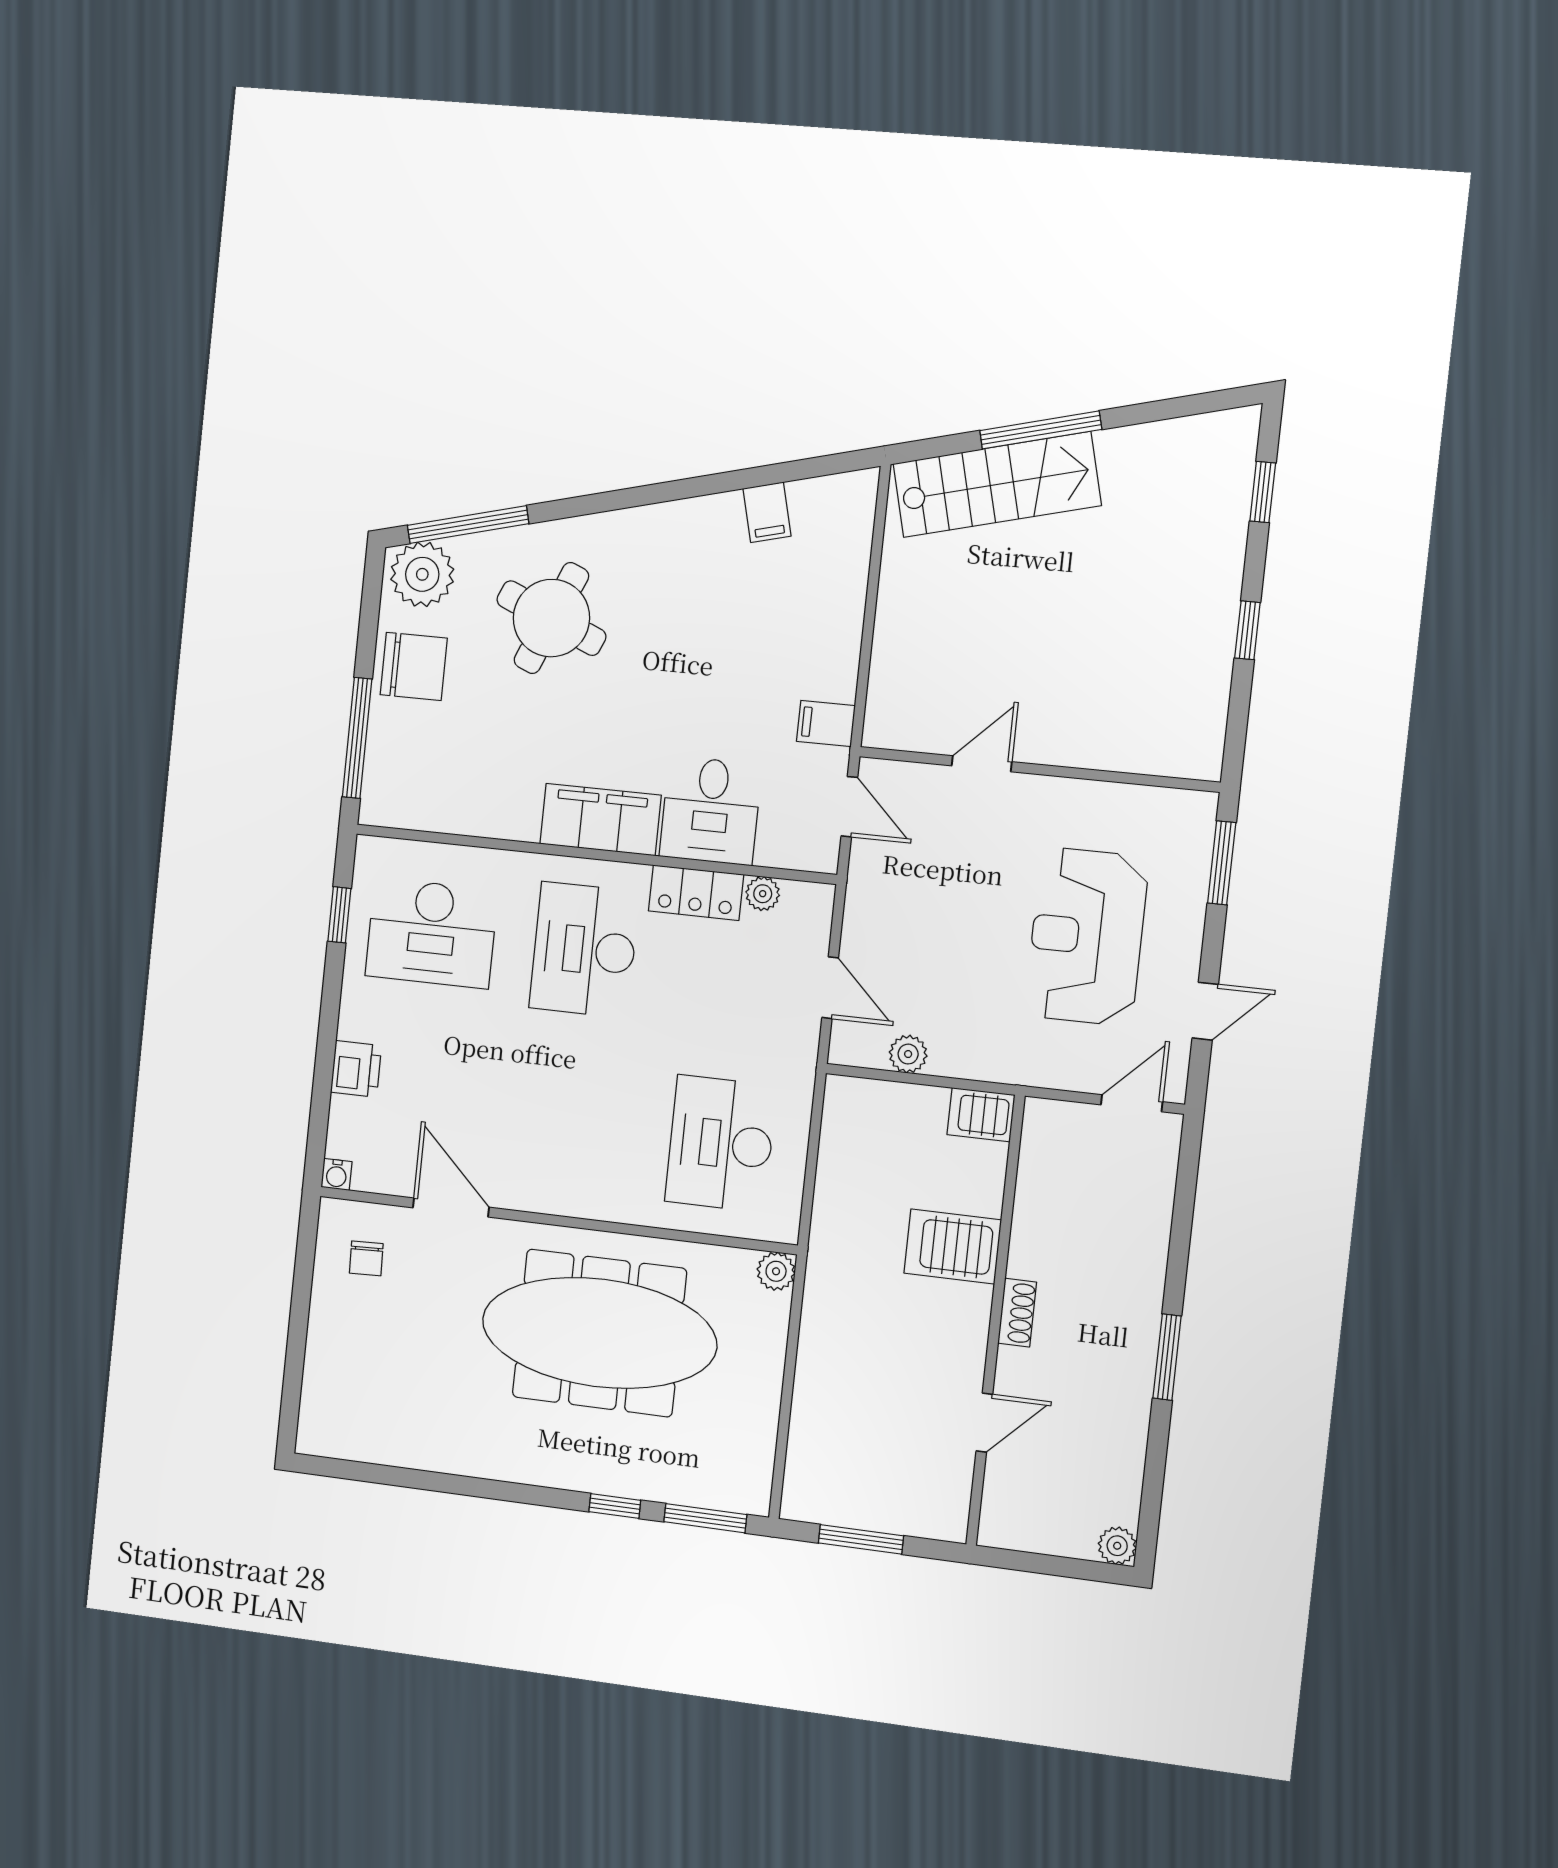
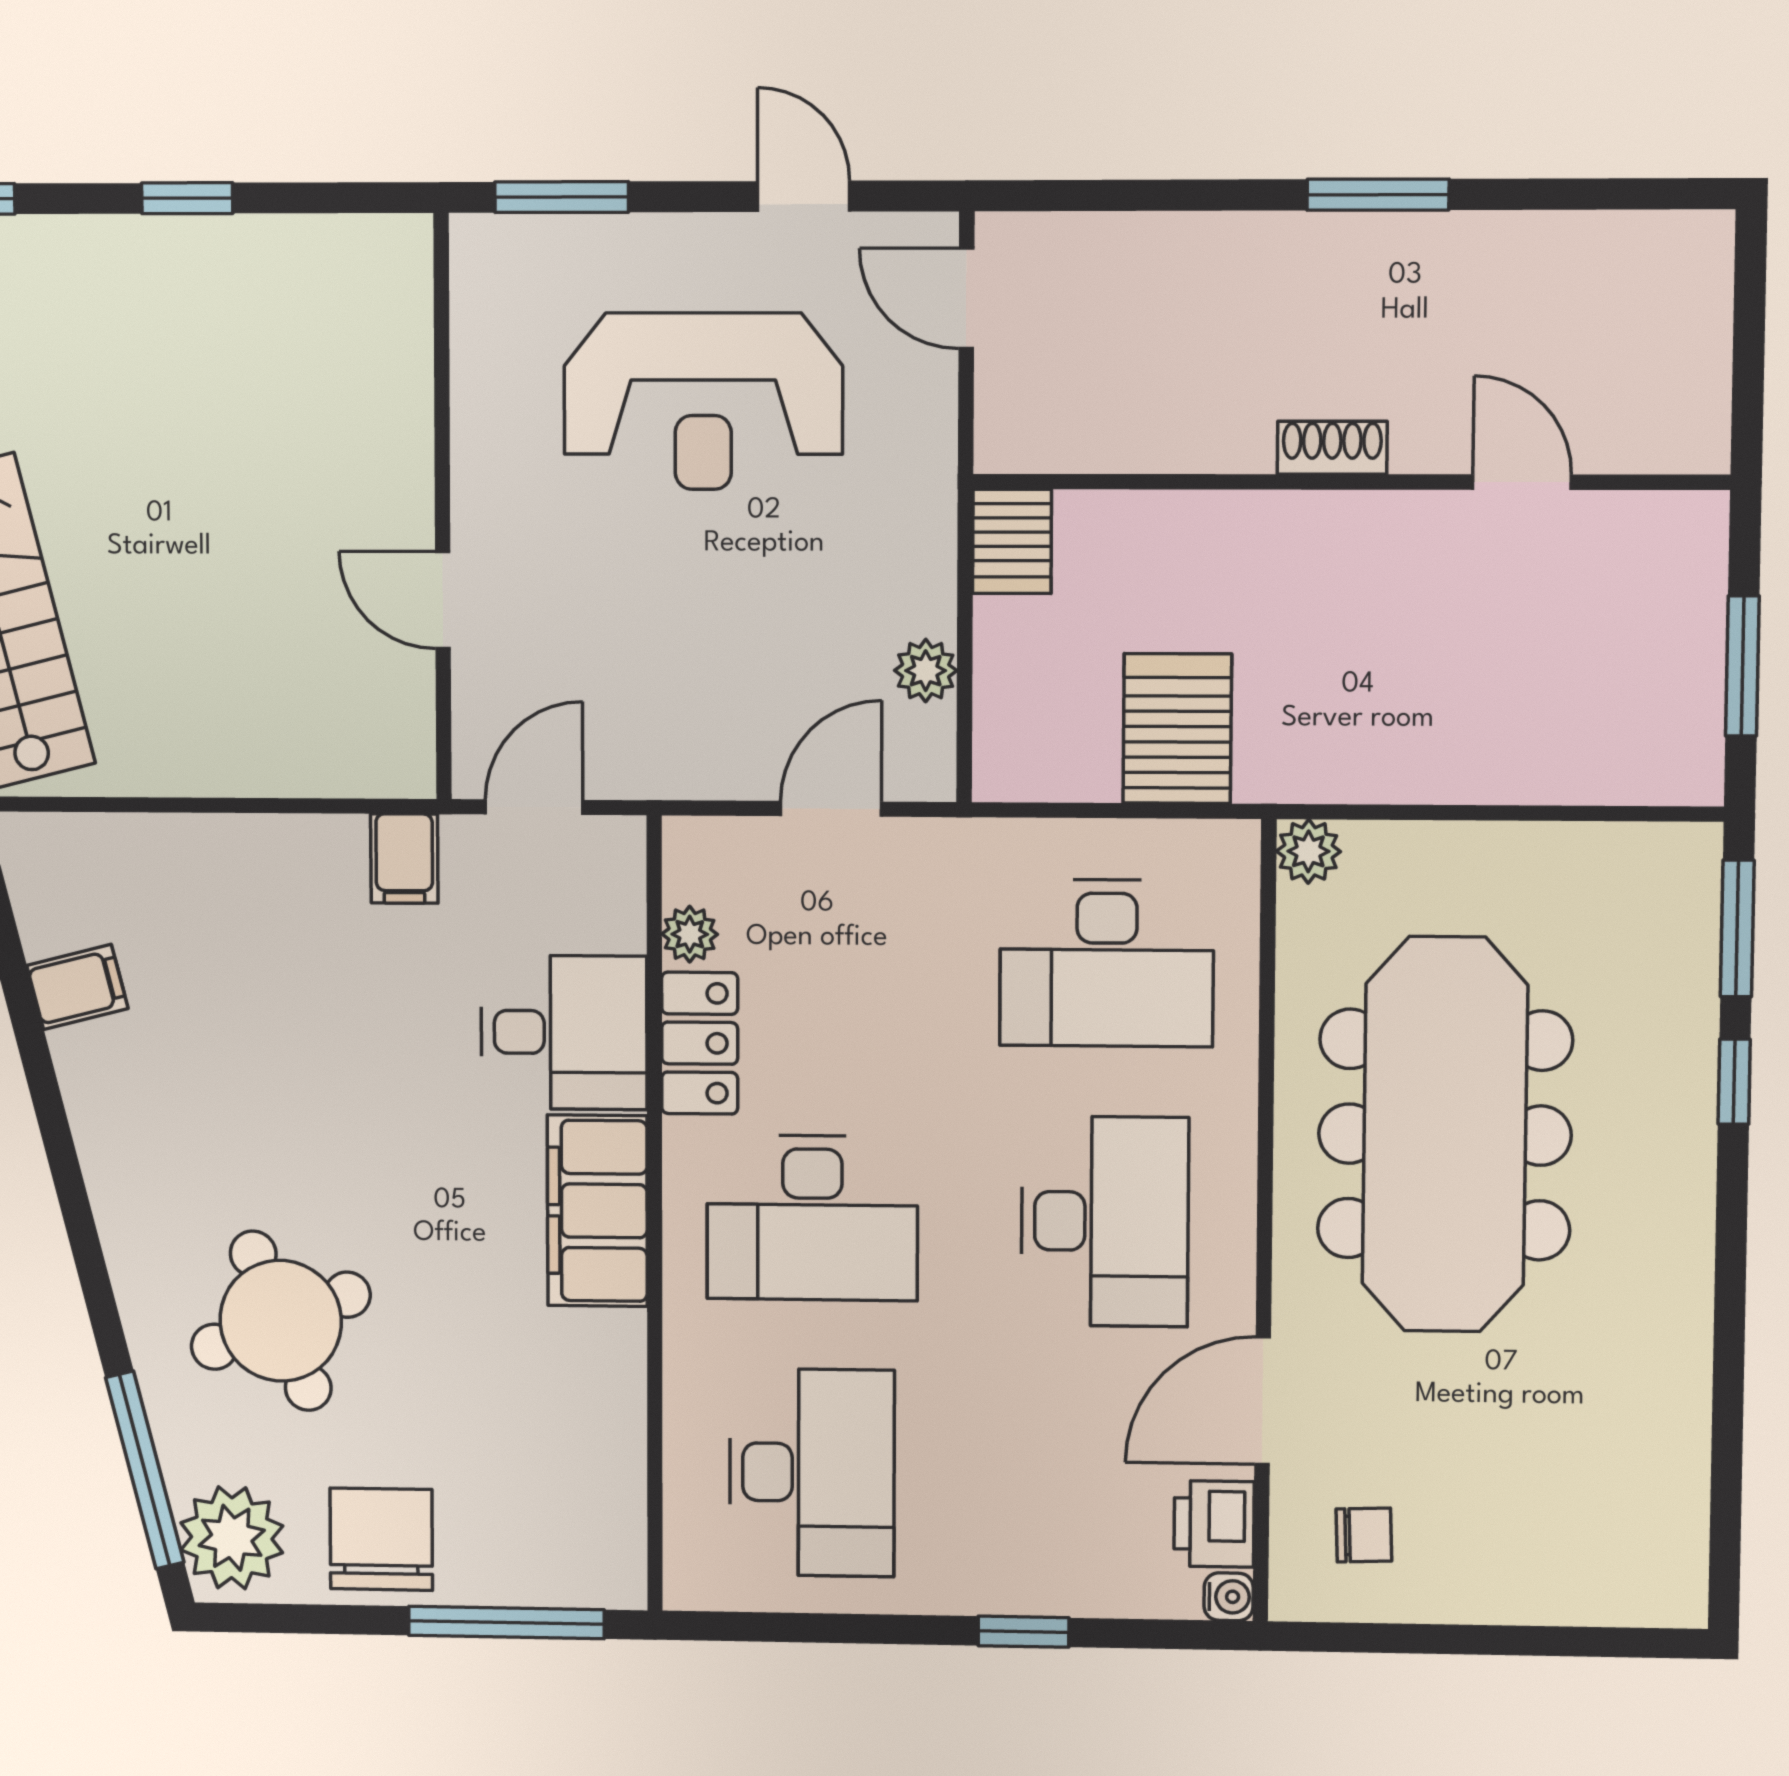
round table: (551, 618) -> (281, 1321), turned 45
window: (339, 915) -> (1024, 1632), moved
printer: (356, 1069) -> (1214, 1524), moved, turned -90
desk: (566, 1125) -> (1105, 1221), added
server rack: (953, 1246) -> (1177, 729), moved, turned 180
plant: (1117, 1546) -> (1703, 241), removed

